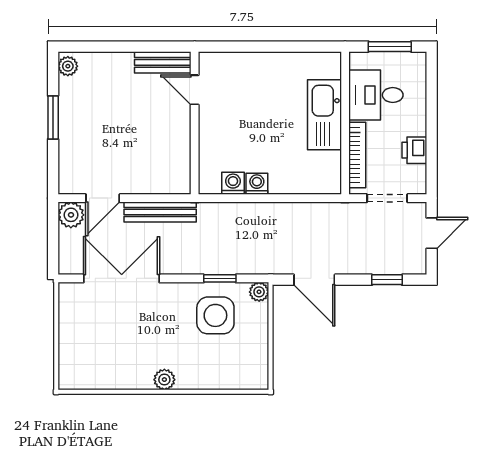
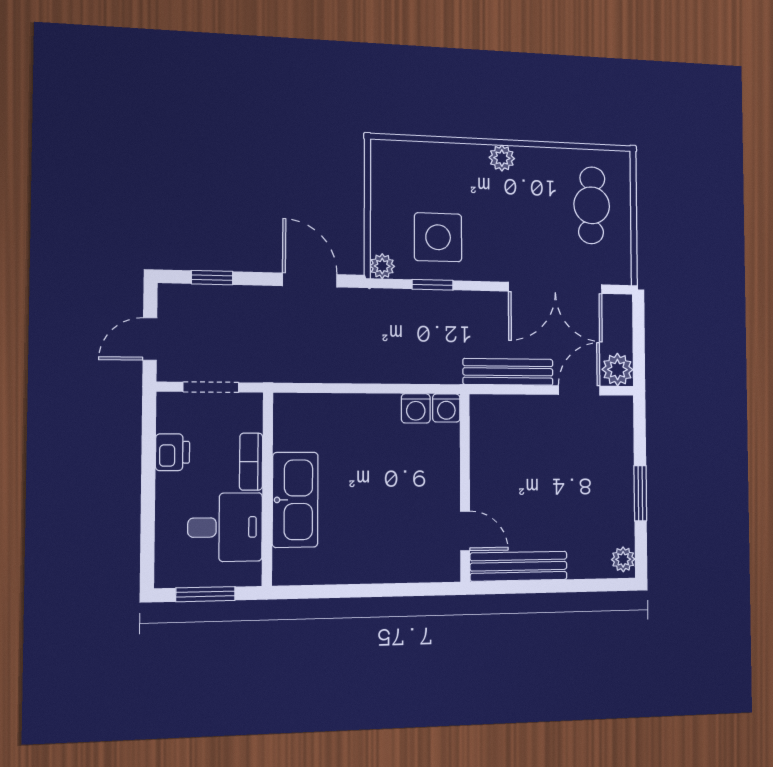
bench: (163, 62) -> (519, 566), width x1.36
bookcase: (357, 155) -> (251, 462), width x0.64
washing machine: (257, 184) -> (446, 408), moved
cafe table: (91, 345) -> (592, 205), added

